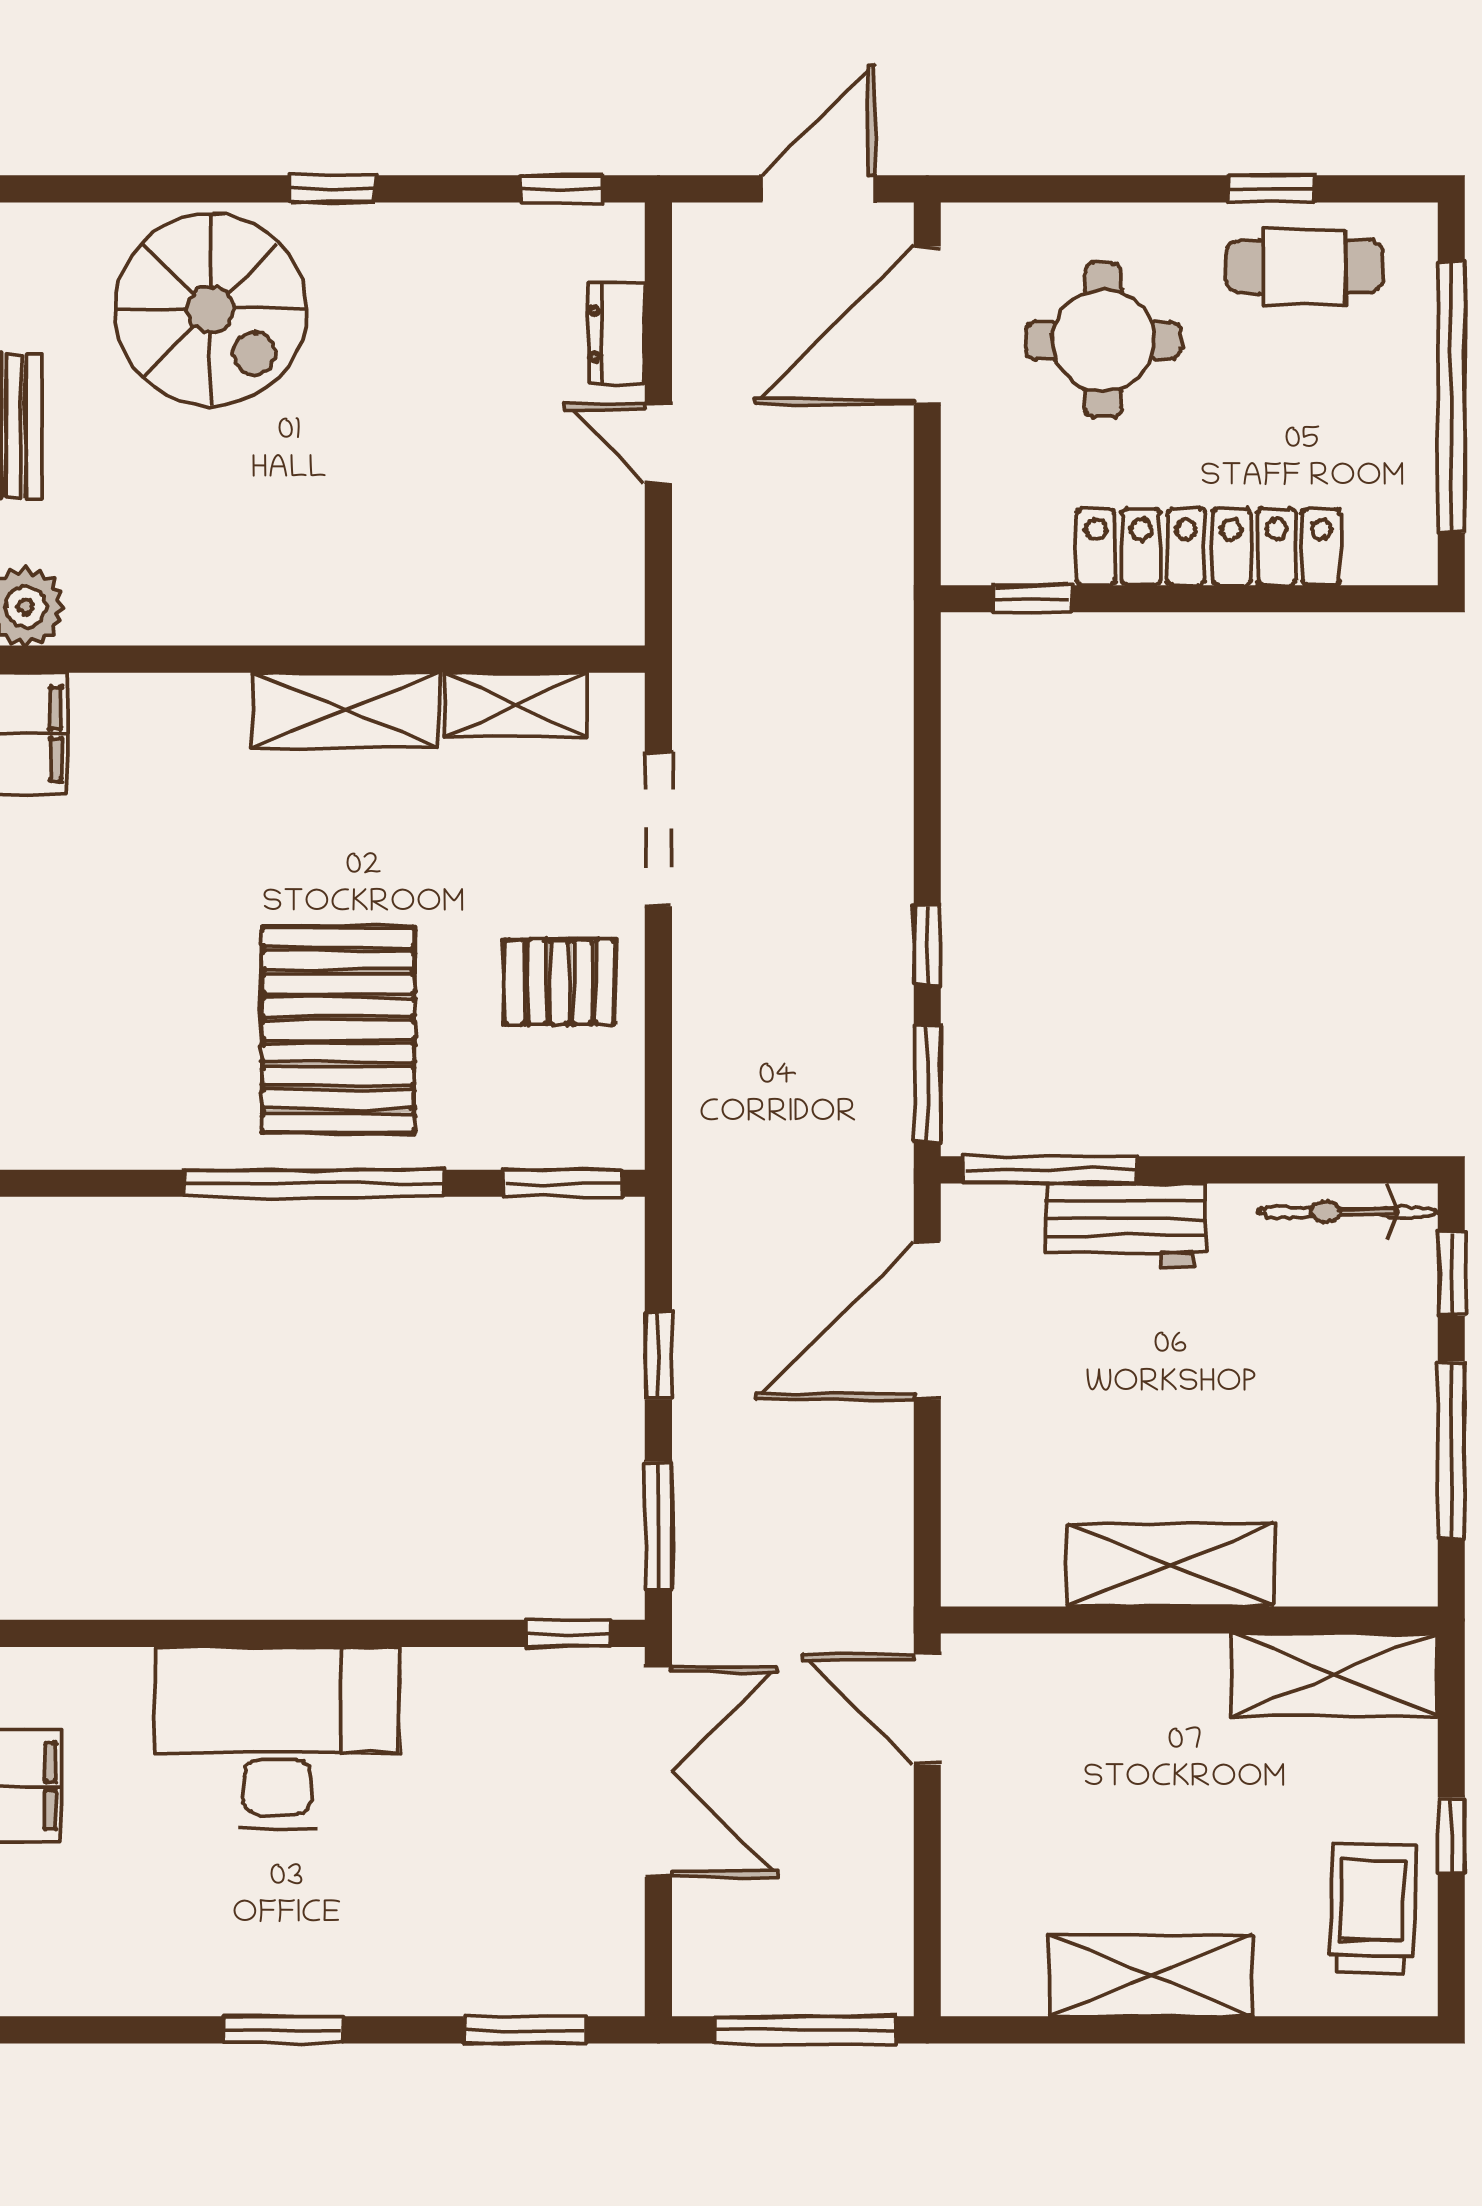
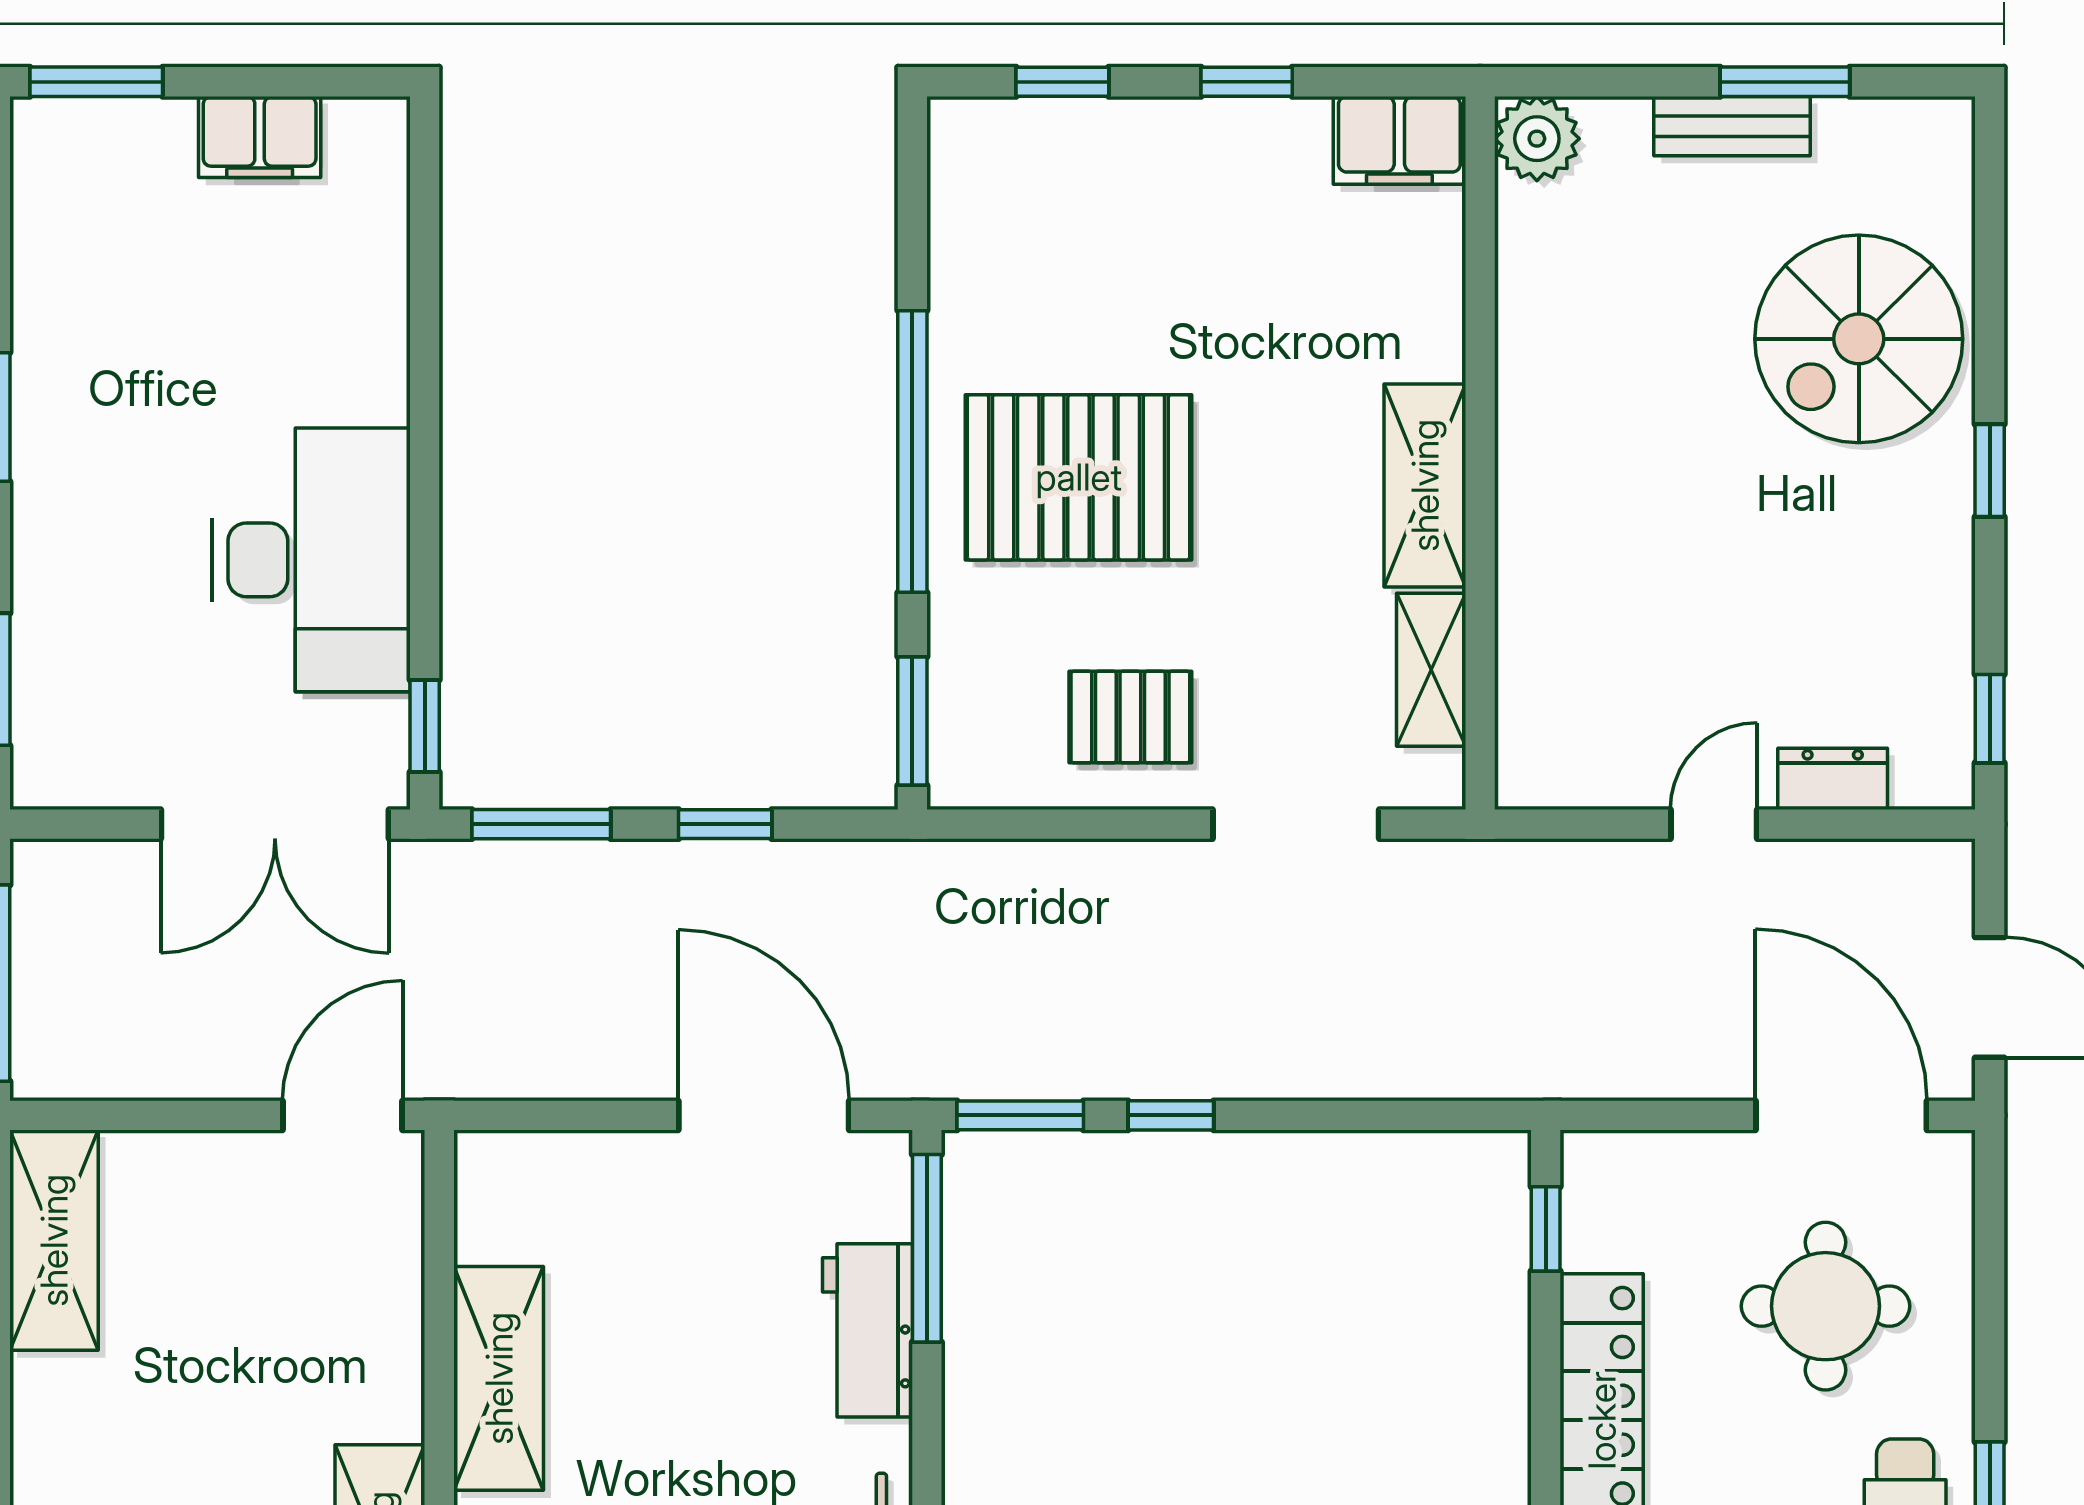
pallet: (560, 982) -> (1130, 717), turned 90
desk: (278, 1738) -> (311, 560), moved
shelving: (1151, 1976) -> (54, 1240), moved

